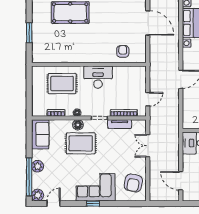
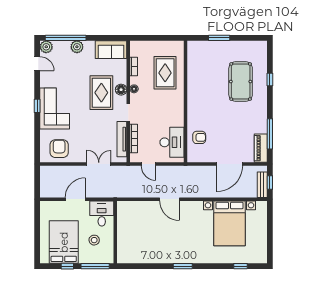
desk: (98, 77) -> (172, 142), moved
tv unit: (120, 124) -> (122, 139), width x1.41
door: (181, 181) -> (75, 199), moved
armchair: (133, 183) -> (59, 149), turned 79

